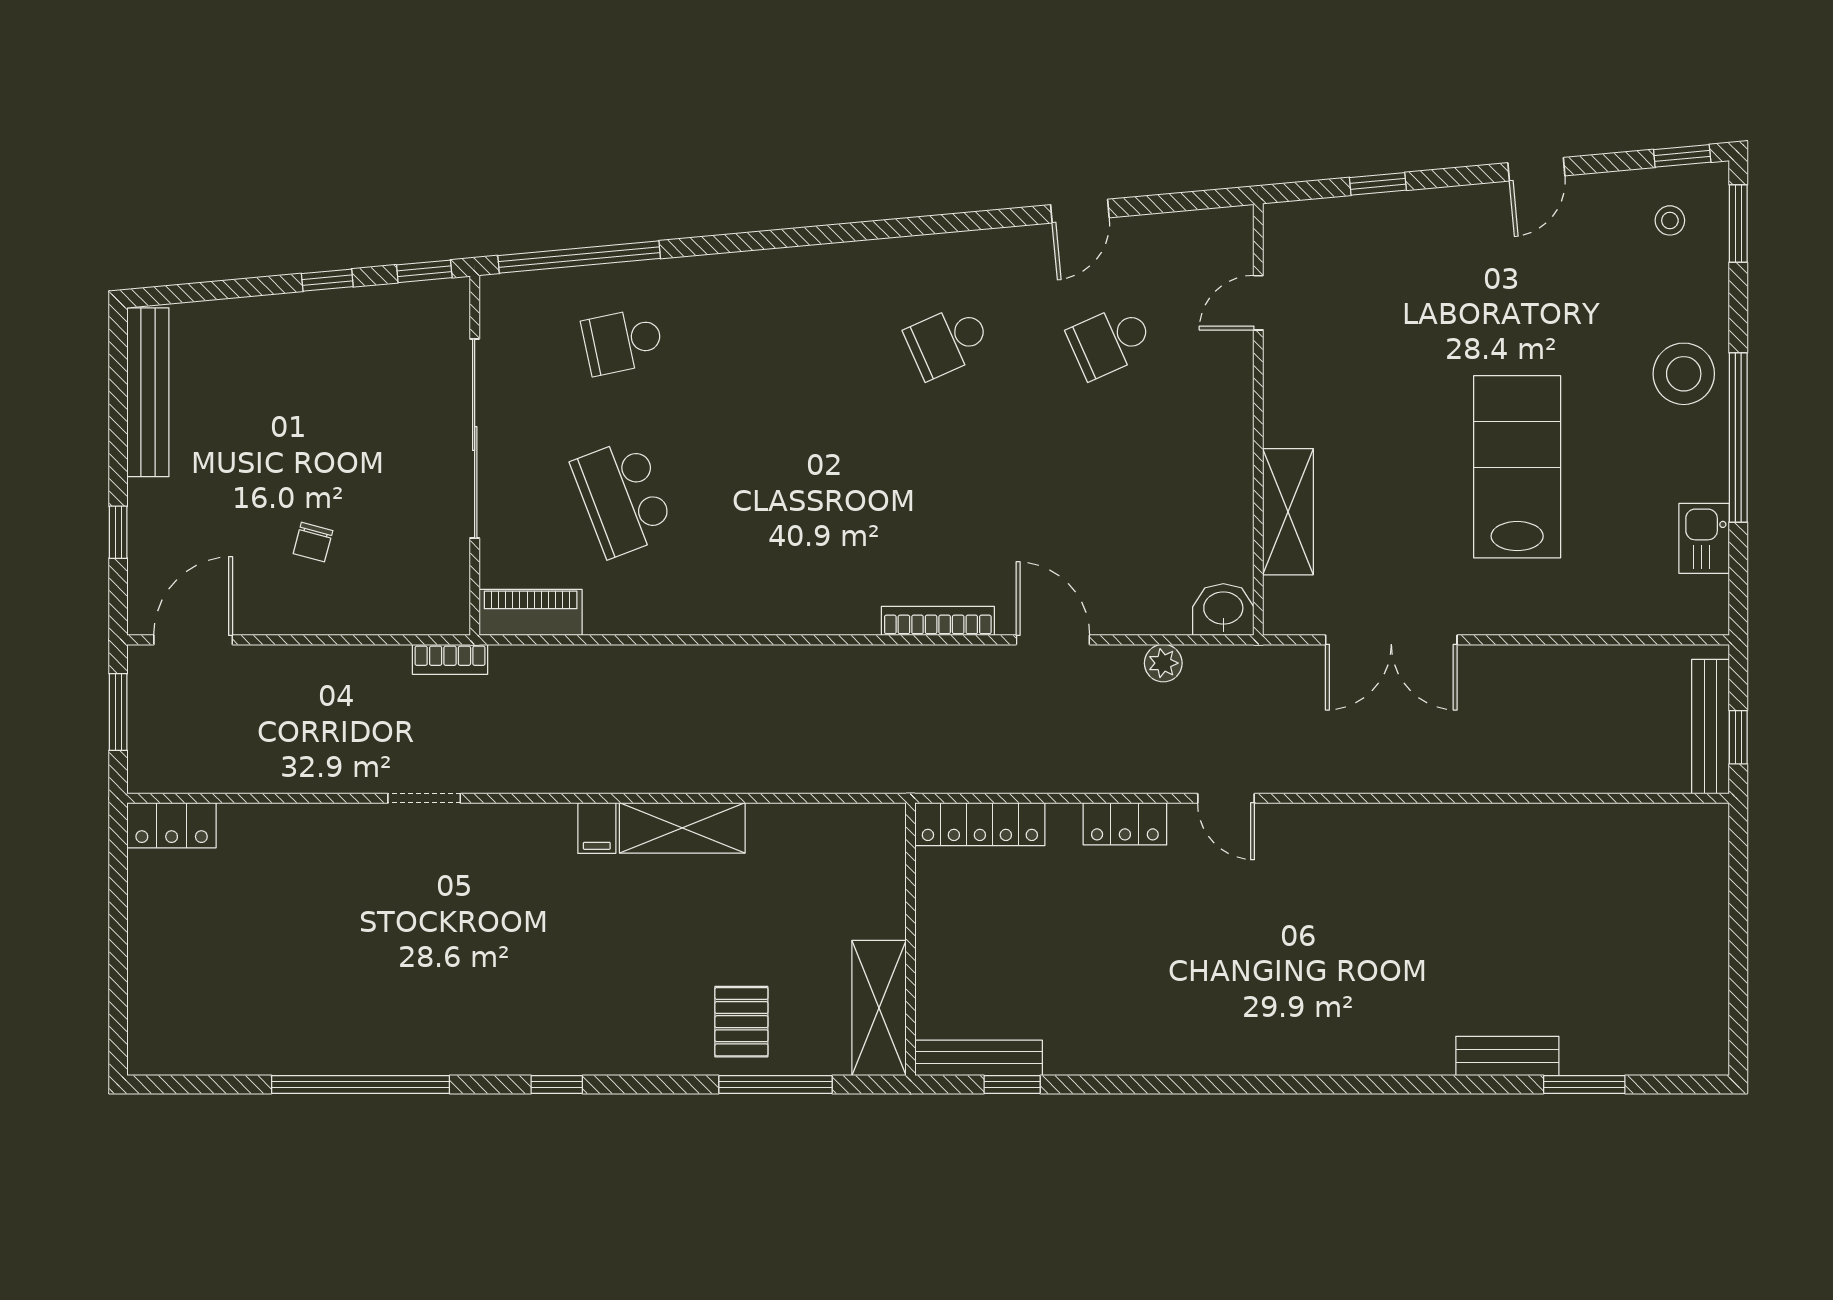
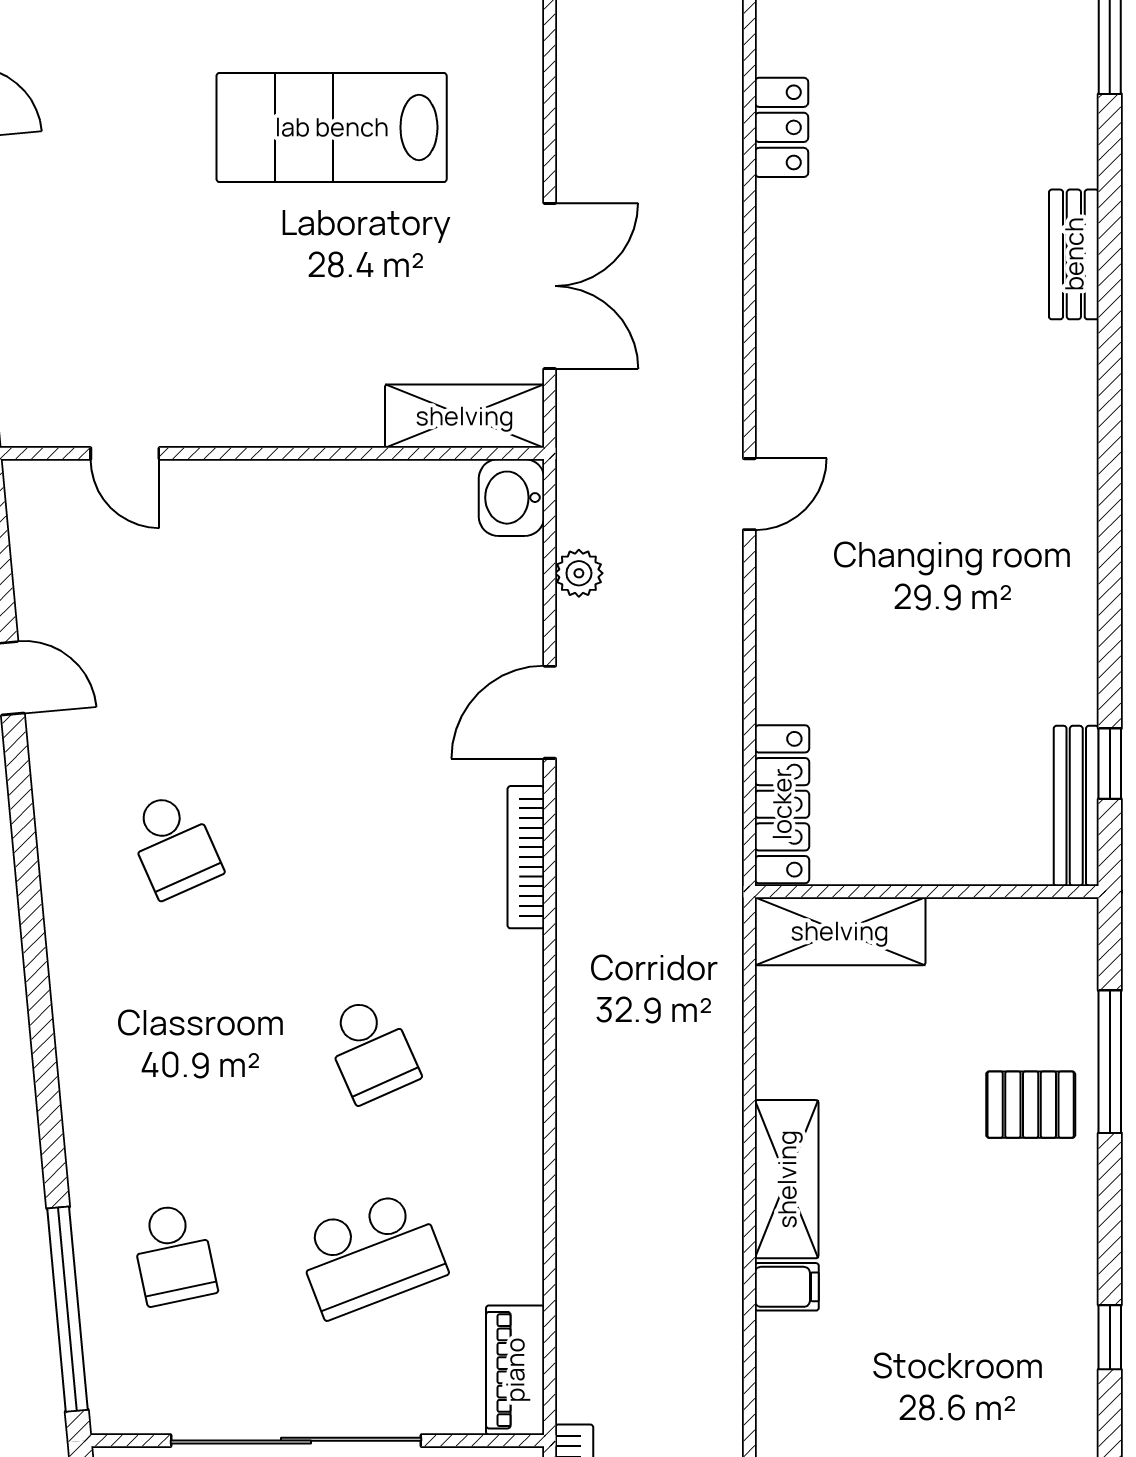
school desk: (1110, 341) -> (371, 1049), moved
shelving: (1288, 512) -> (465, 416), moved
locker: (1125, 824) -> (781, 127), moved
shelving: (879, 1008) -> (840, 931), moved
bench: (1507, 1056) -> (1074, 254), moved

